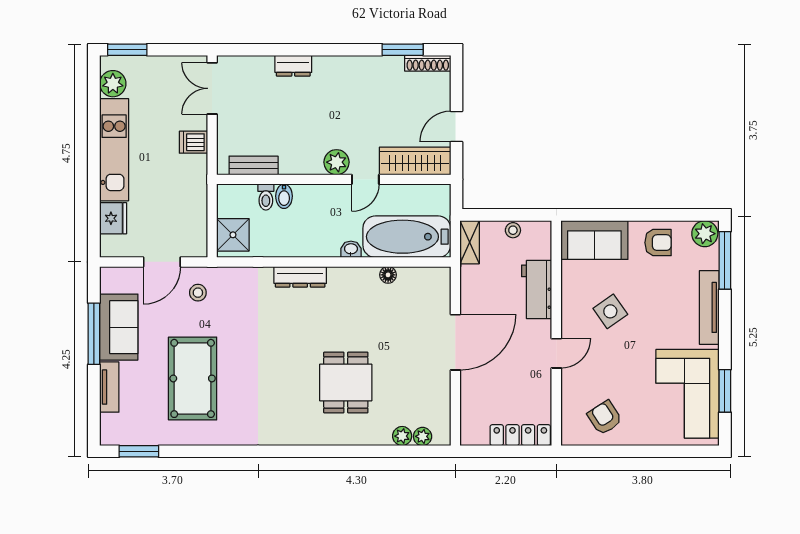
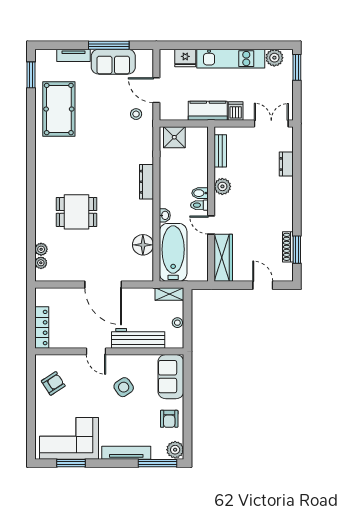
shoe rack: (428, 63) -> (288, 247), moved
dresser: (293, 66) -> (286, 164), moved
door: (456, 126) -> (263, 285), moved
plant: (337, 162) -> (222, 186), moved
kitchen counter: (193, 184) -> (208, 111), added
bidet: (284, 196) -> (200, 193), moved
toilet: (266, 197) -> (199, 205), moved
floor lamp: (388, 275) -> (143, 245), width x1.89, depth x1.89
workbench: (537, 290) -> (138, 338), width x1.38
pool table: (193, 378) -> (59, 109), moved, turned 90

